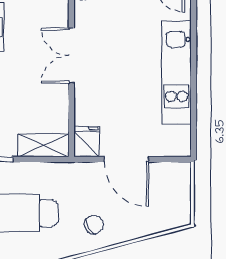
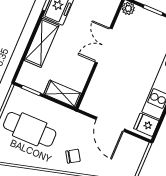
fridge: (87, 142) -> (146, 125), moved, turned -90

